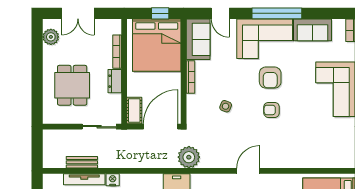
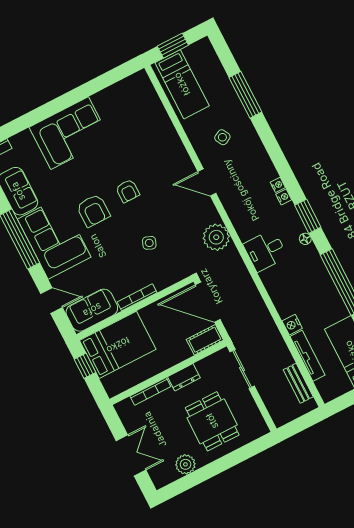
door: (220, 13) -> (51, 301), hinge flipped
plant: (51, 37) -> (185, 464), moved
bed: (157, 45) -> (118, 345), width x0.73
armchair: (270, 78) -> (93, 211), turned 90
dining table: (72, 85) -> (212, 421), turned 90
plant: (189, 157) -> (216, 237), moved
bench: (82, 162) -> (298, 383), moved

